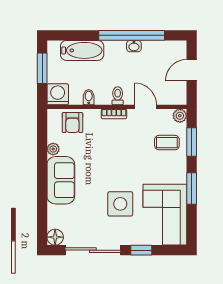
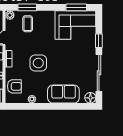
sofa: (61, 180) -> (63, 94), moved
window: (192, 188) -> (76, 7), moved
side table: (120, 204) -> (38, 63), moved

